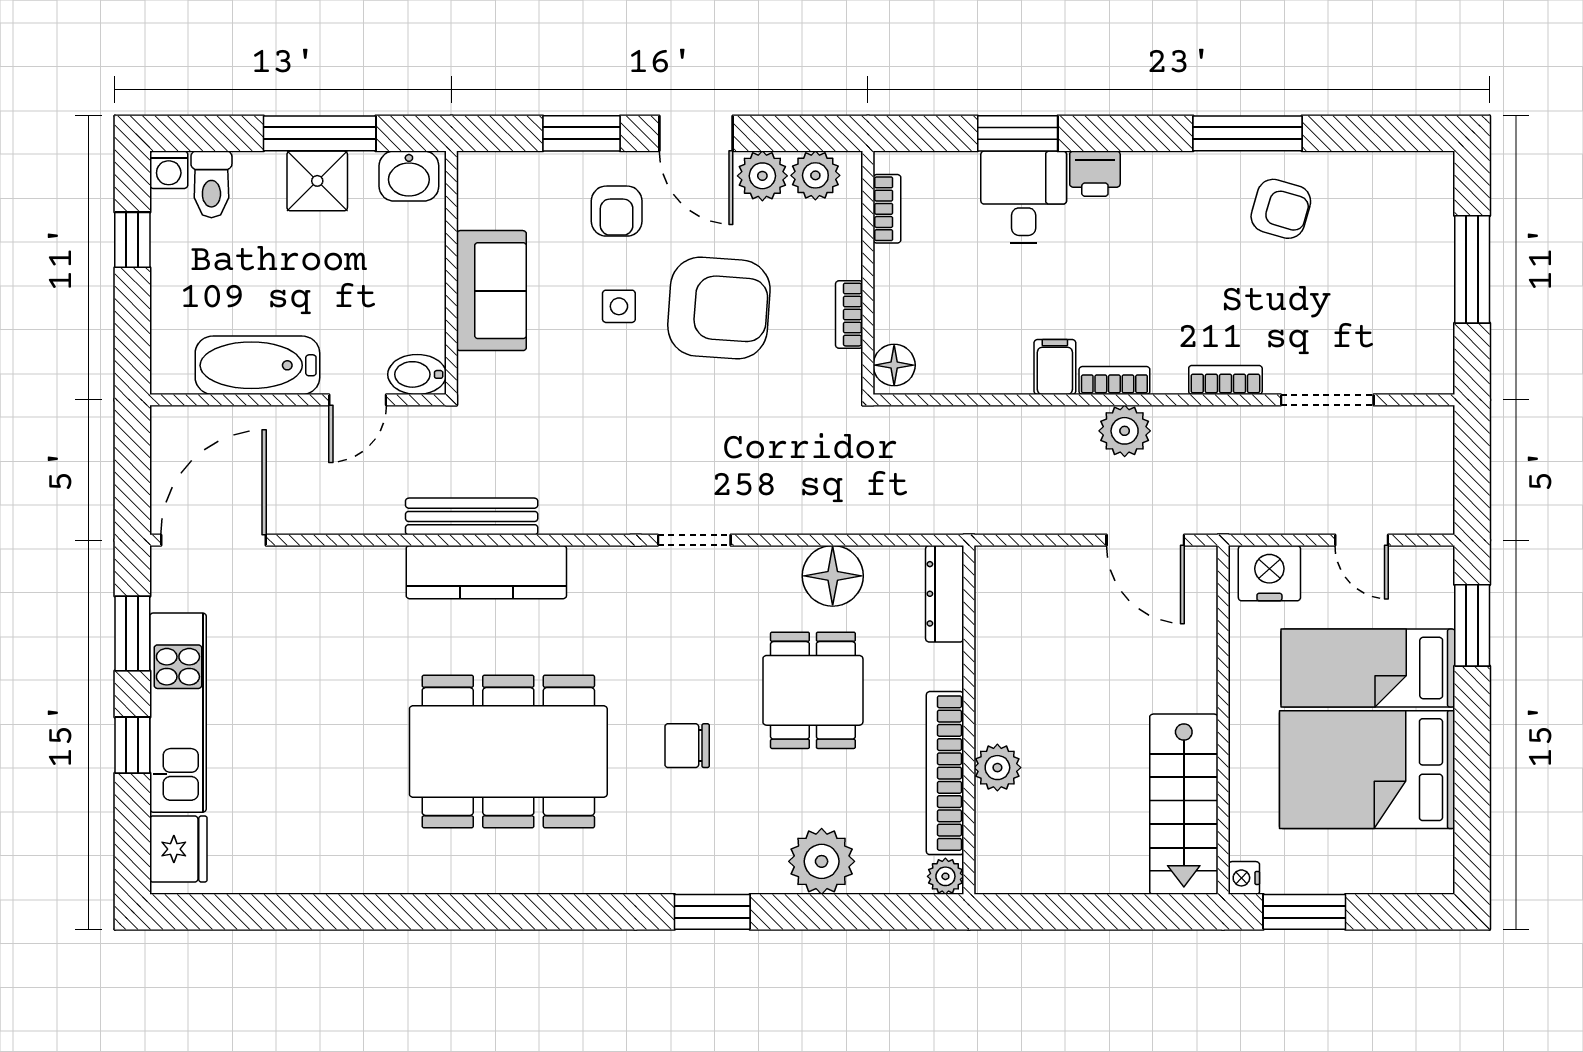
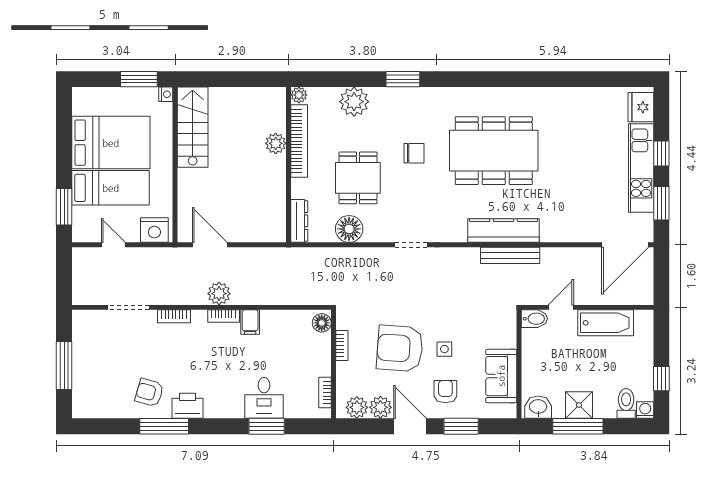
printer: (1095, 174) -> (188, 406), moved, width x1.36, depth x1.24
sofa: (491, 291) -> (501, 376), moved

